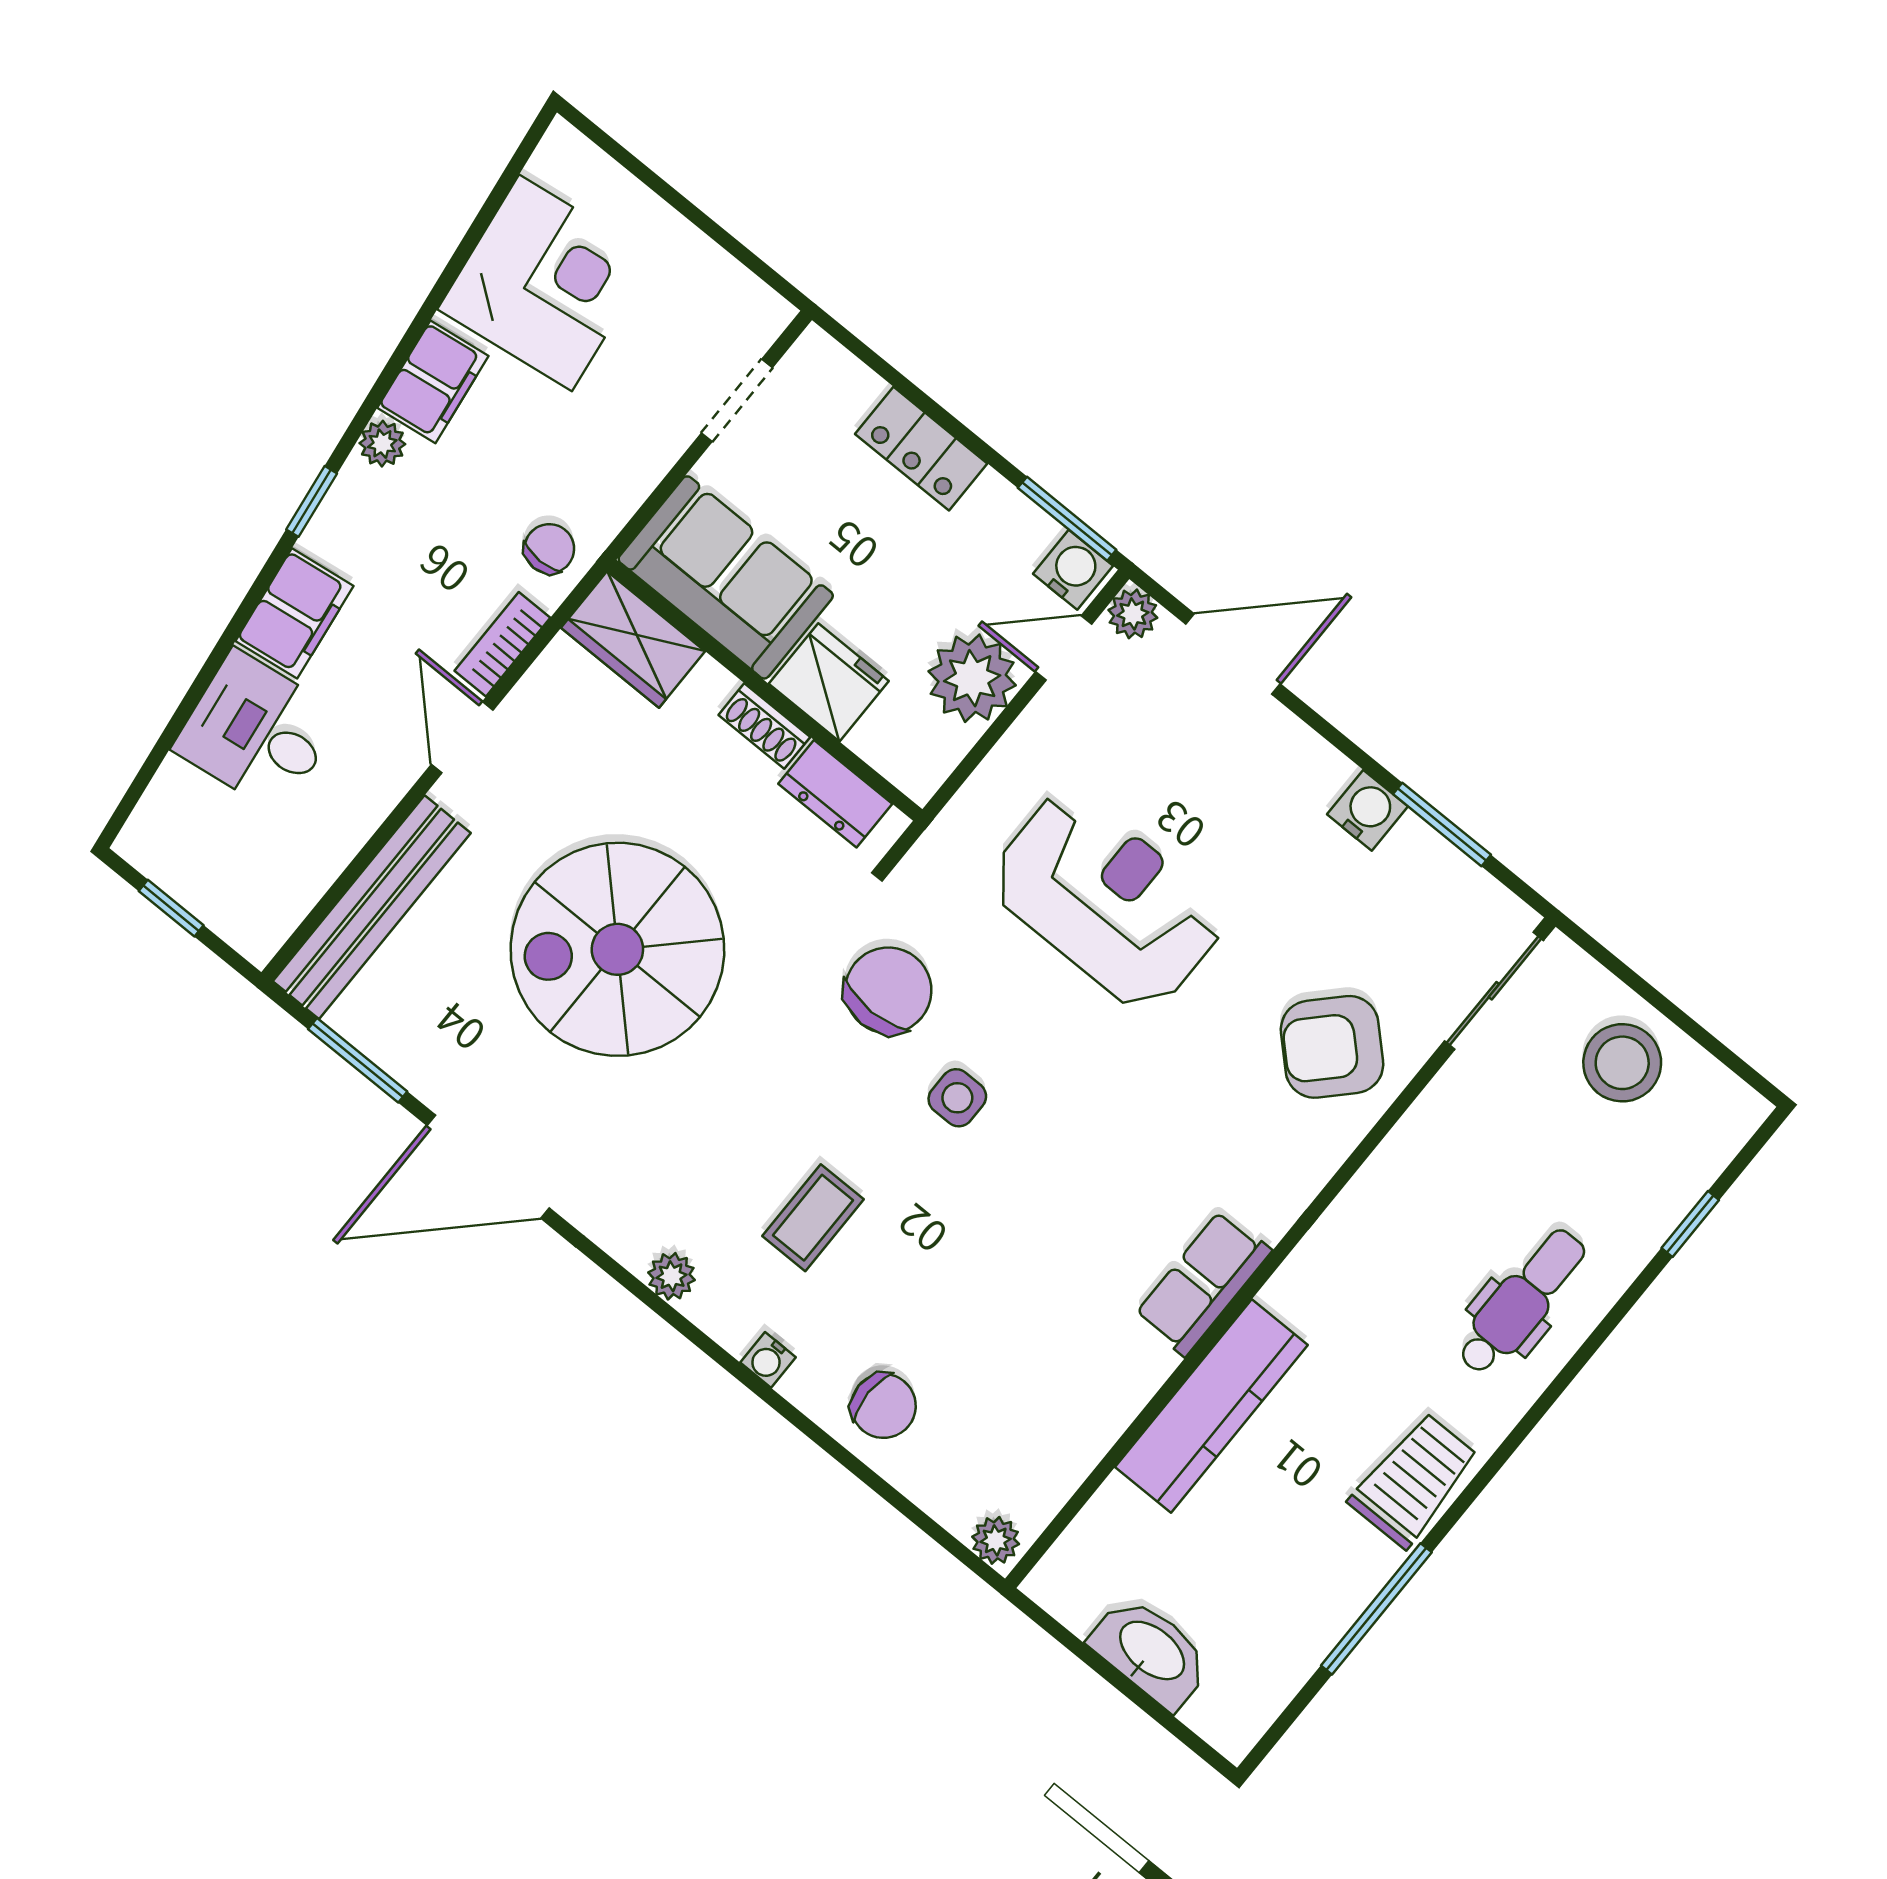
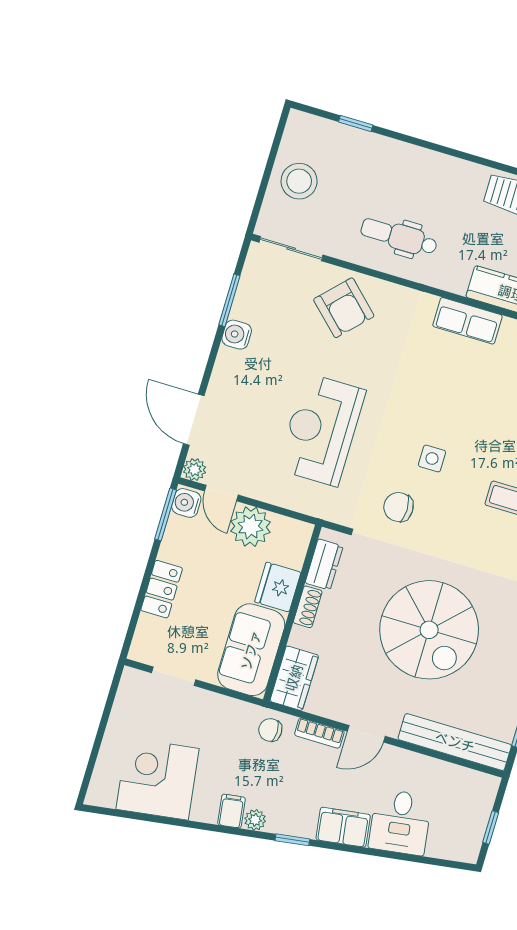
filing cabinet: (433, 382) -> (231, 811), width x0.50
chair: (888, 990) -> (399, 507), width x0.73, depth x0.73
dental chair: (1521, 1302) -> (399, 237), moved

